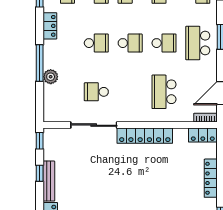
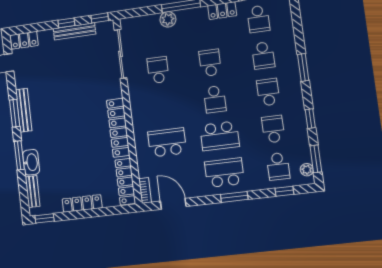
school desk: (96, 43) -> (210, 63), turned 180
school desk: (164, 43) -> (220, 136), width x1.85
sliding door: (94, 125) -> (121, 54), moved
locker: (203, 135) -> (125, 182), width x1.53
bench: (49, 181) -> (74, 31), moved

